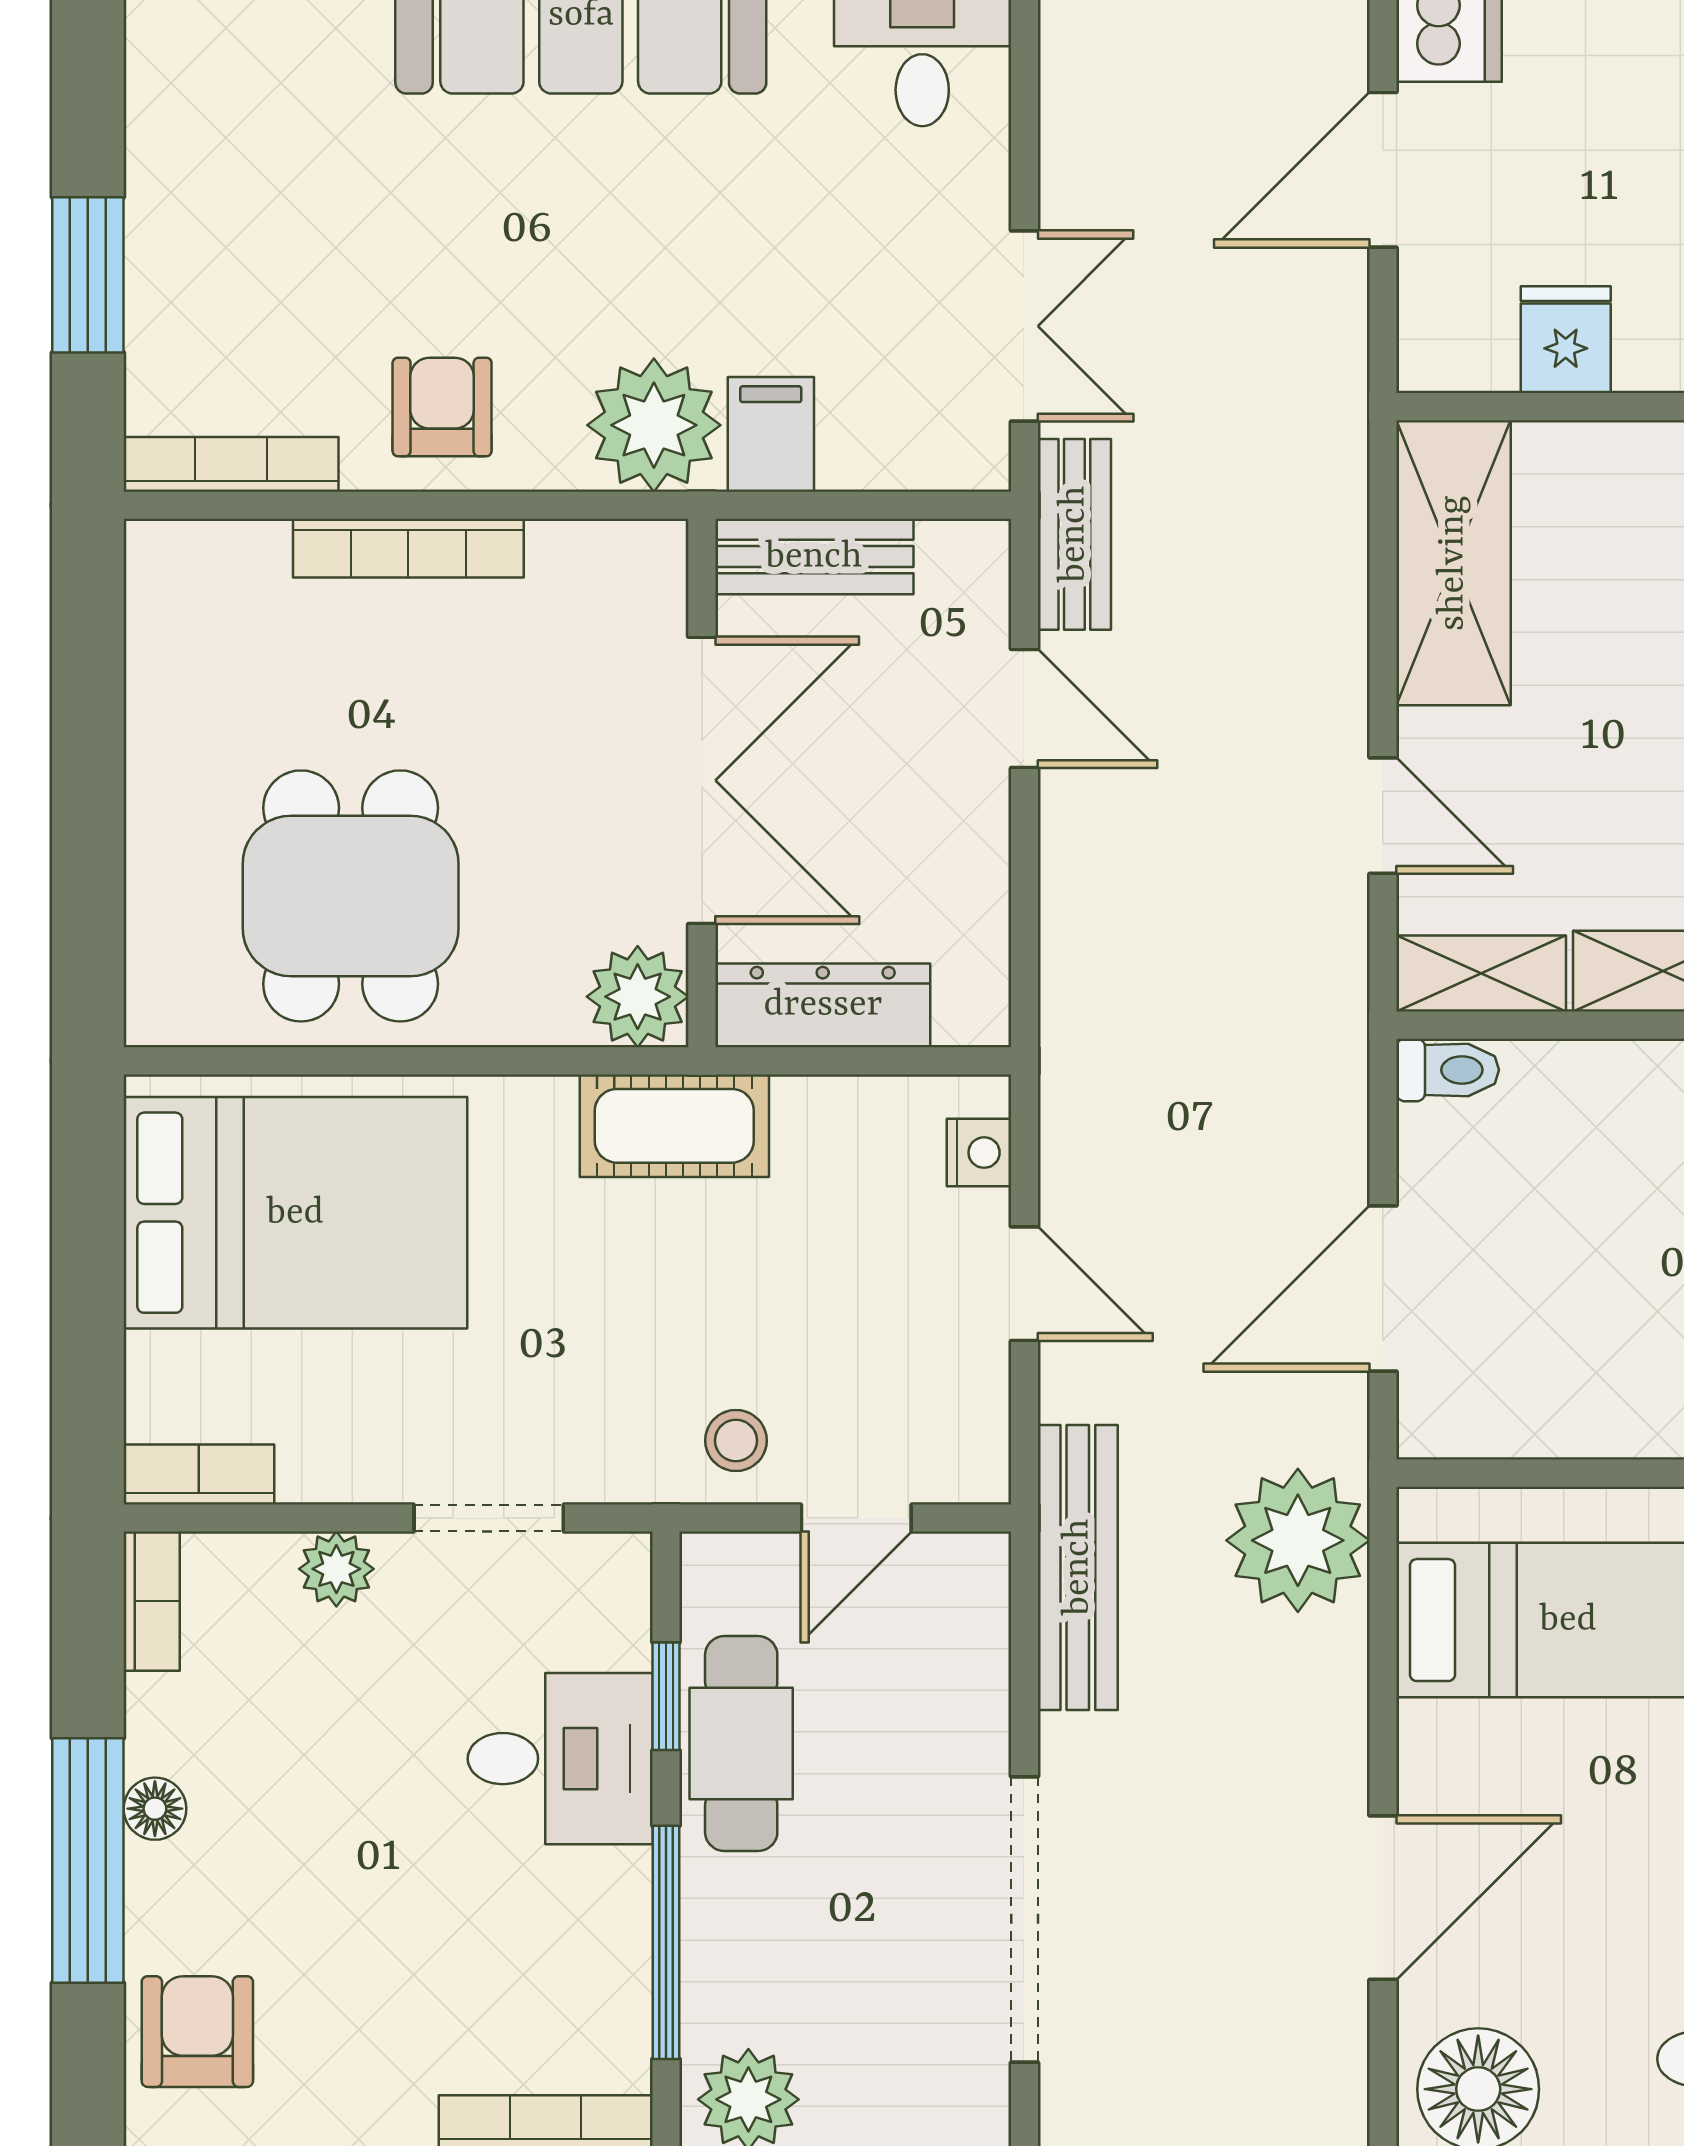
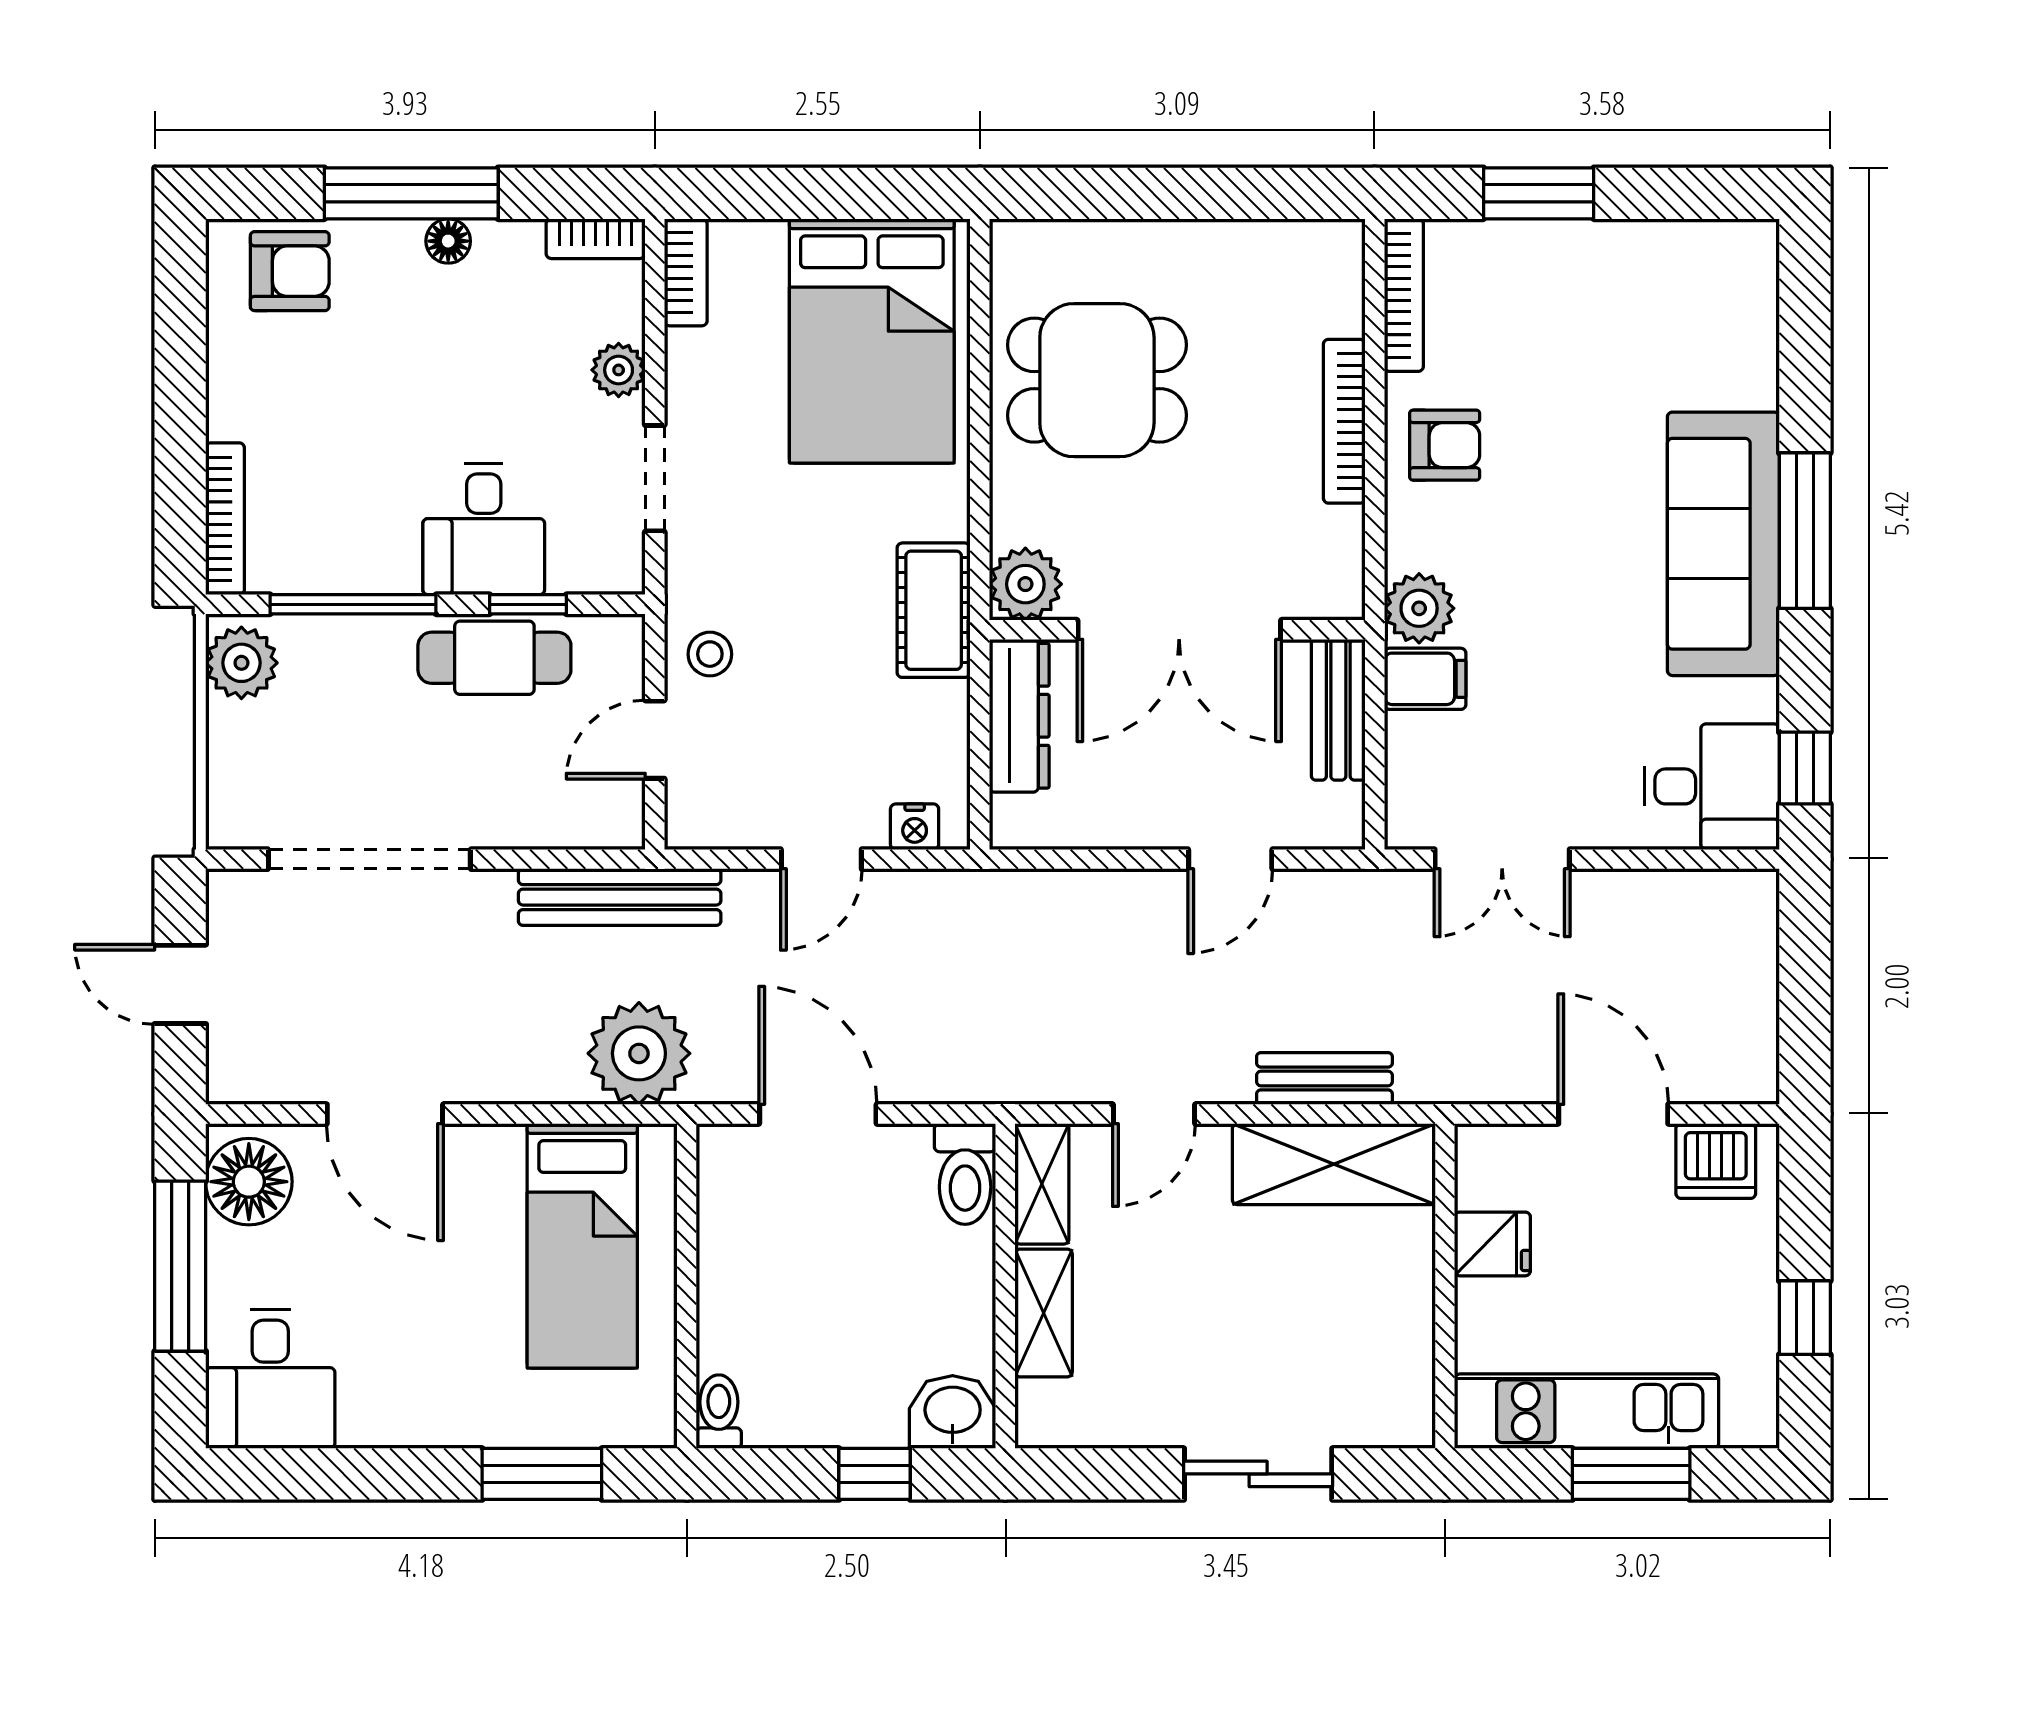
plant: (654, 425) -> (1419, 608), width x0.73, depth x0.73
bench: (1074, 534) -> (1324, 1078), moved
toilet: (1448, 1070) -> (965, 1174), width x1.37, depth x1.39
door: (856, 1518) -> (655, 740), hinge flipped

